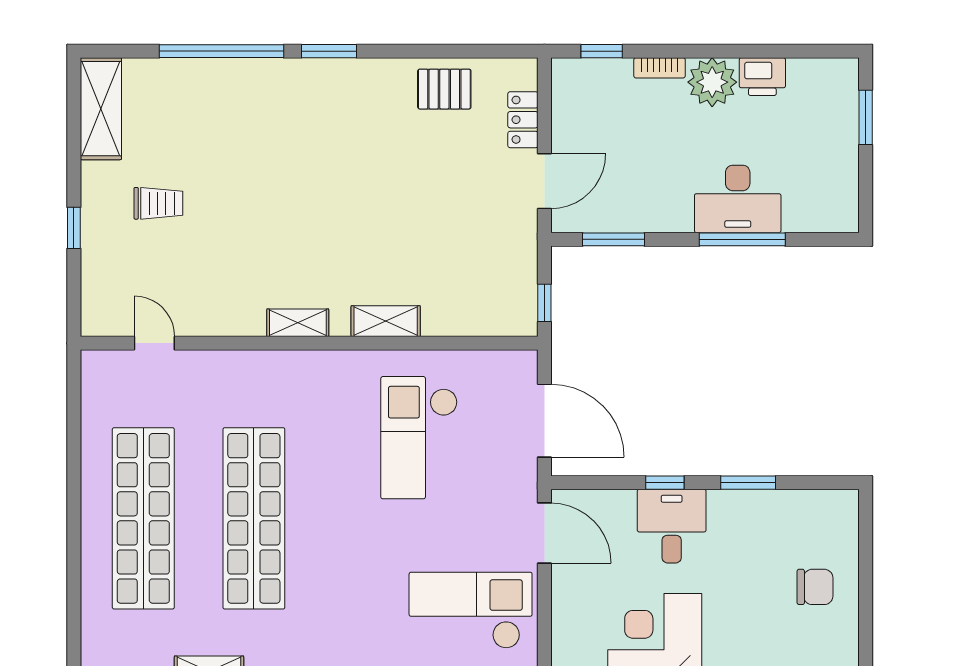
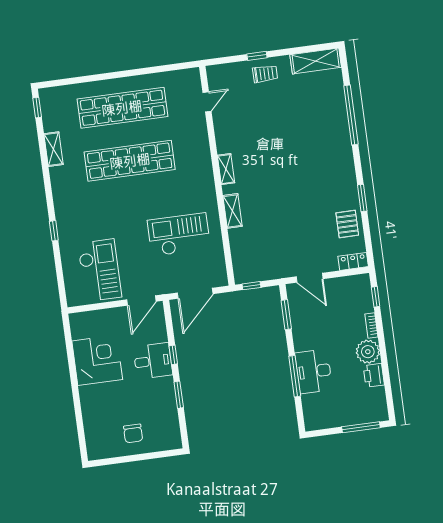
window: (329, 51) -> (362, 198), moved
window: (866, 117) -> (361, 427), width x1.44
locker: (523, 120) -> (353, 261), moved
trolley: (158, 203) -> (265, 74), moved, turned -90

